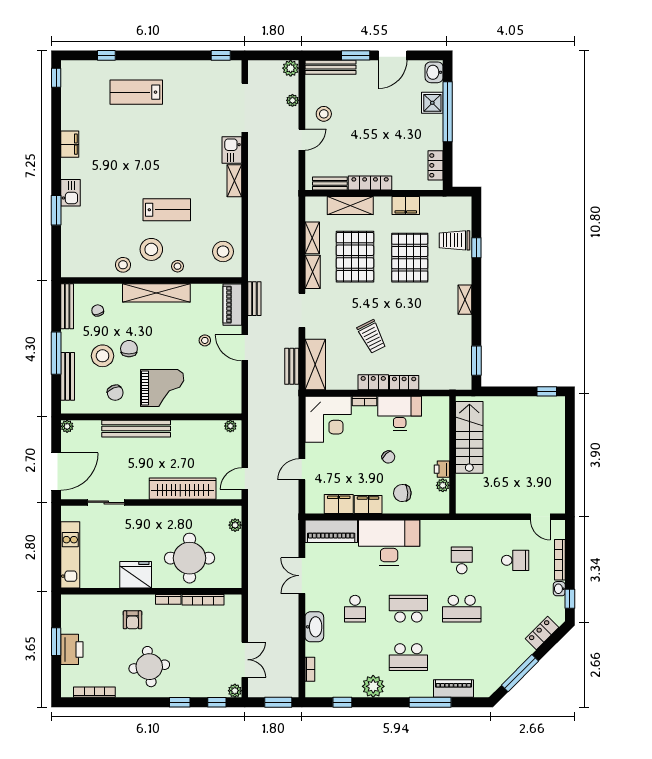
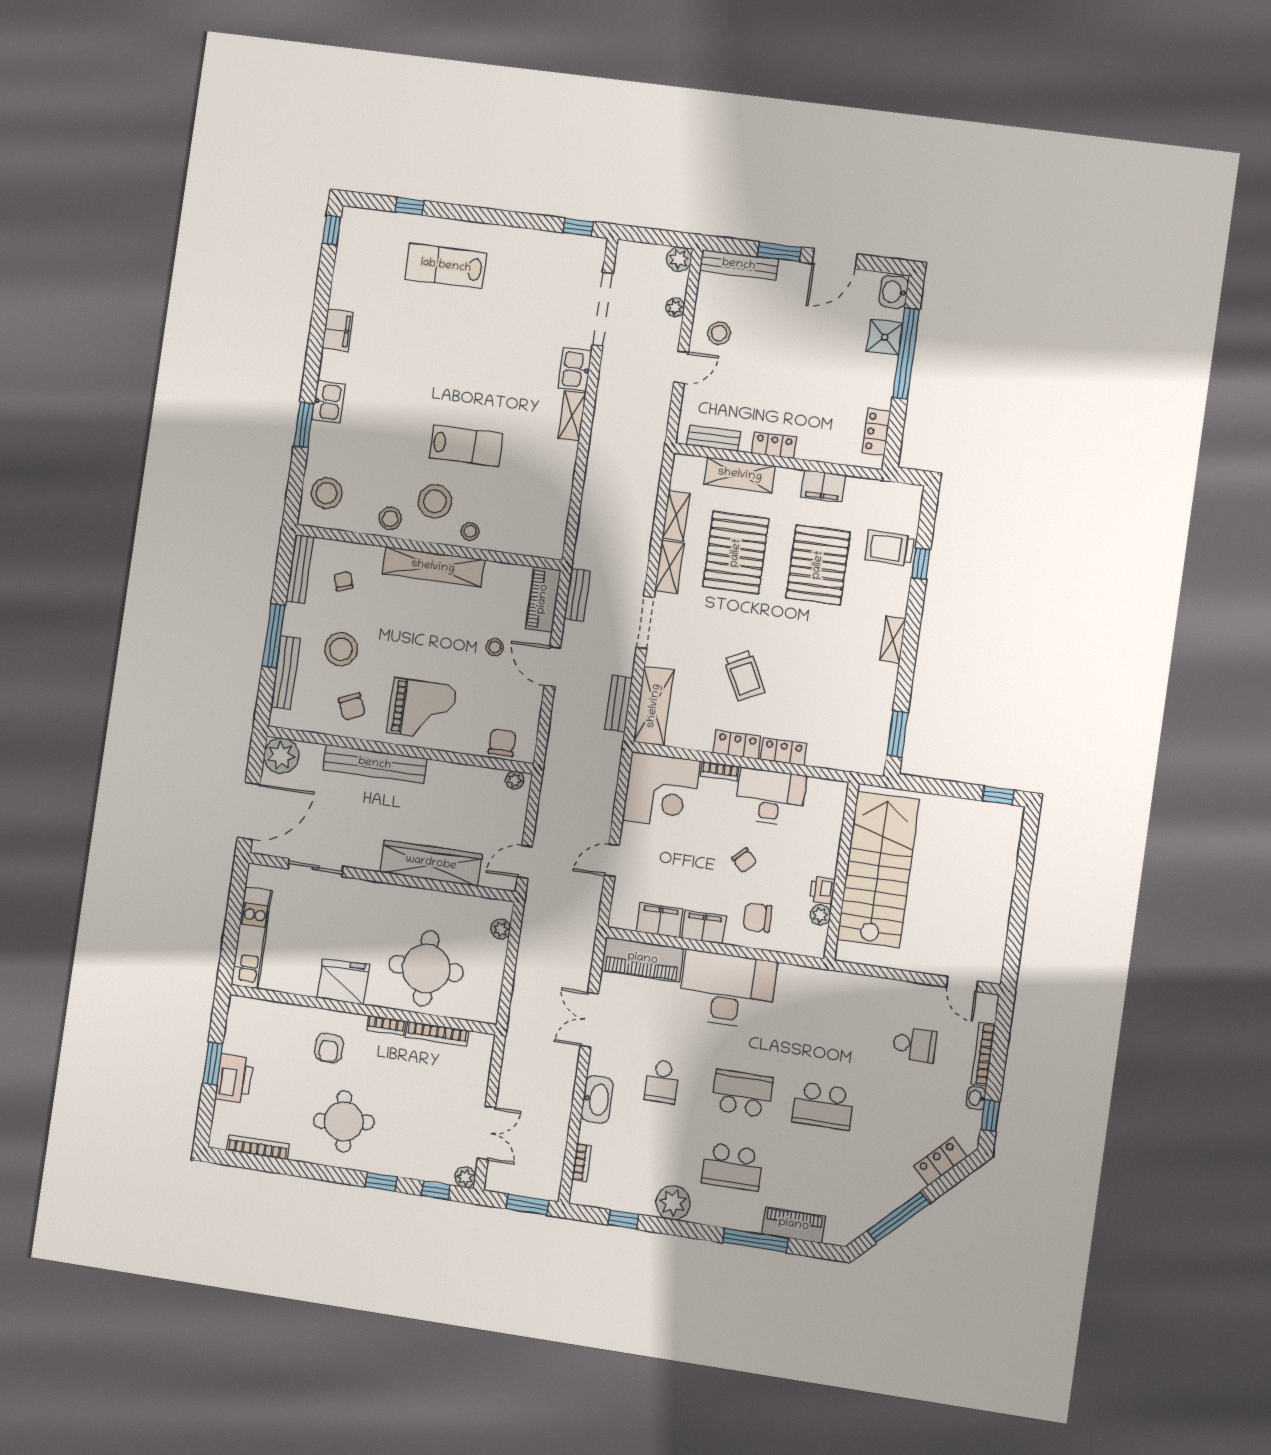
locker: (370, 183) -> (774, 445), width x0.66
stool: (223, 252) -> (327, 493), moved
chair: (129, 349) -> (502, 743), moved
plant: (67, 426) -> (281, 756), width x1.88, depth x1.88
stairs: (469, 437) -> (878, 869), width x1.36, depth x1.51
school desk: (462, 560) -> (833, 1033), removed

